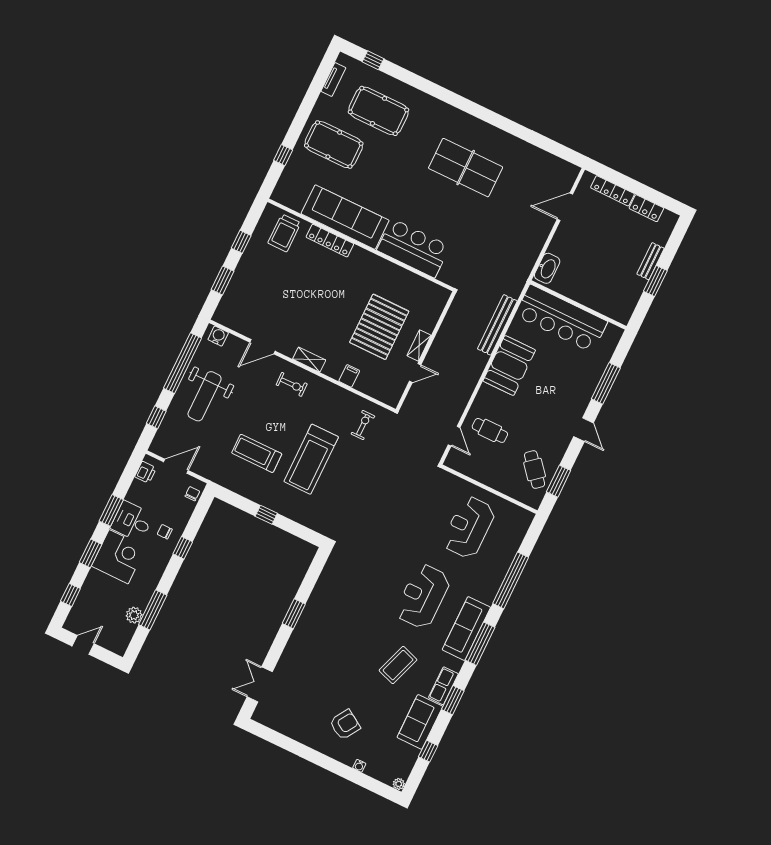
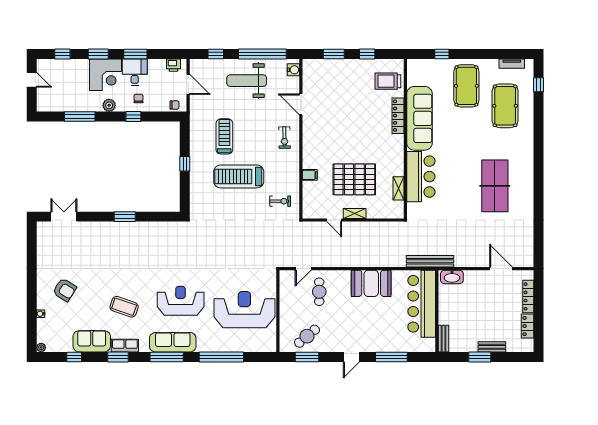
bench: (614, 313) -> (443, 339), added
bench: (497, 325) -> (430, 261), moved
shelving: (309, 360) -> (399, 188), moved
reception desk: (469, 527) -> (244, 310), width x1.36, depth x1.30
plant: (134, 615) -> (109, 105), moved

